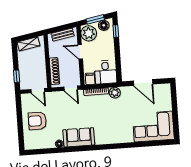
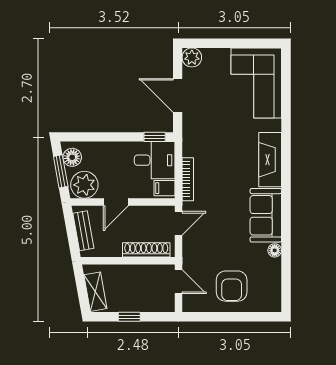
window: (116, 31) -> (155, 137), moved
window: (17, 76) -> (129, 317), moved
door: (143, 83) -> (178, 95), swing flipped
door: (38, 91) -> (179, 282), hinge flipped
plant: (115, 93) -> (192, 57), moved
fireplace: (110, 138) -> (270, 160), added

